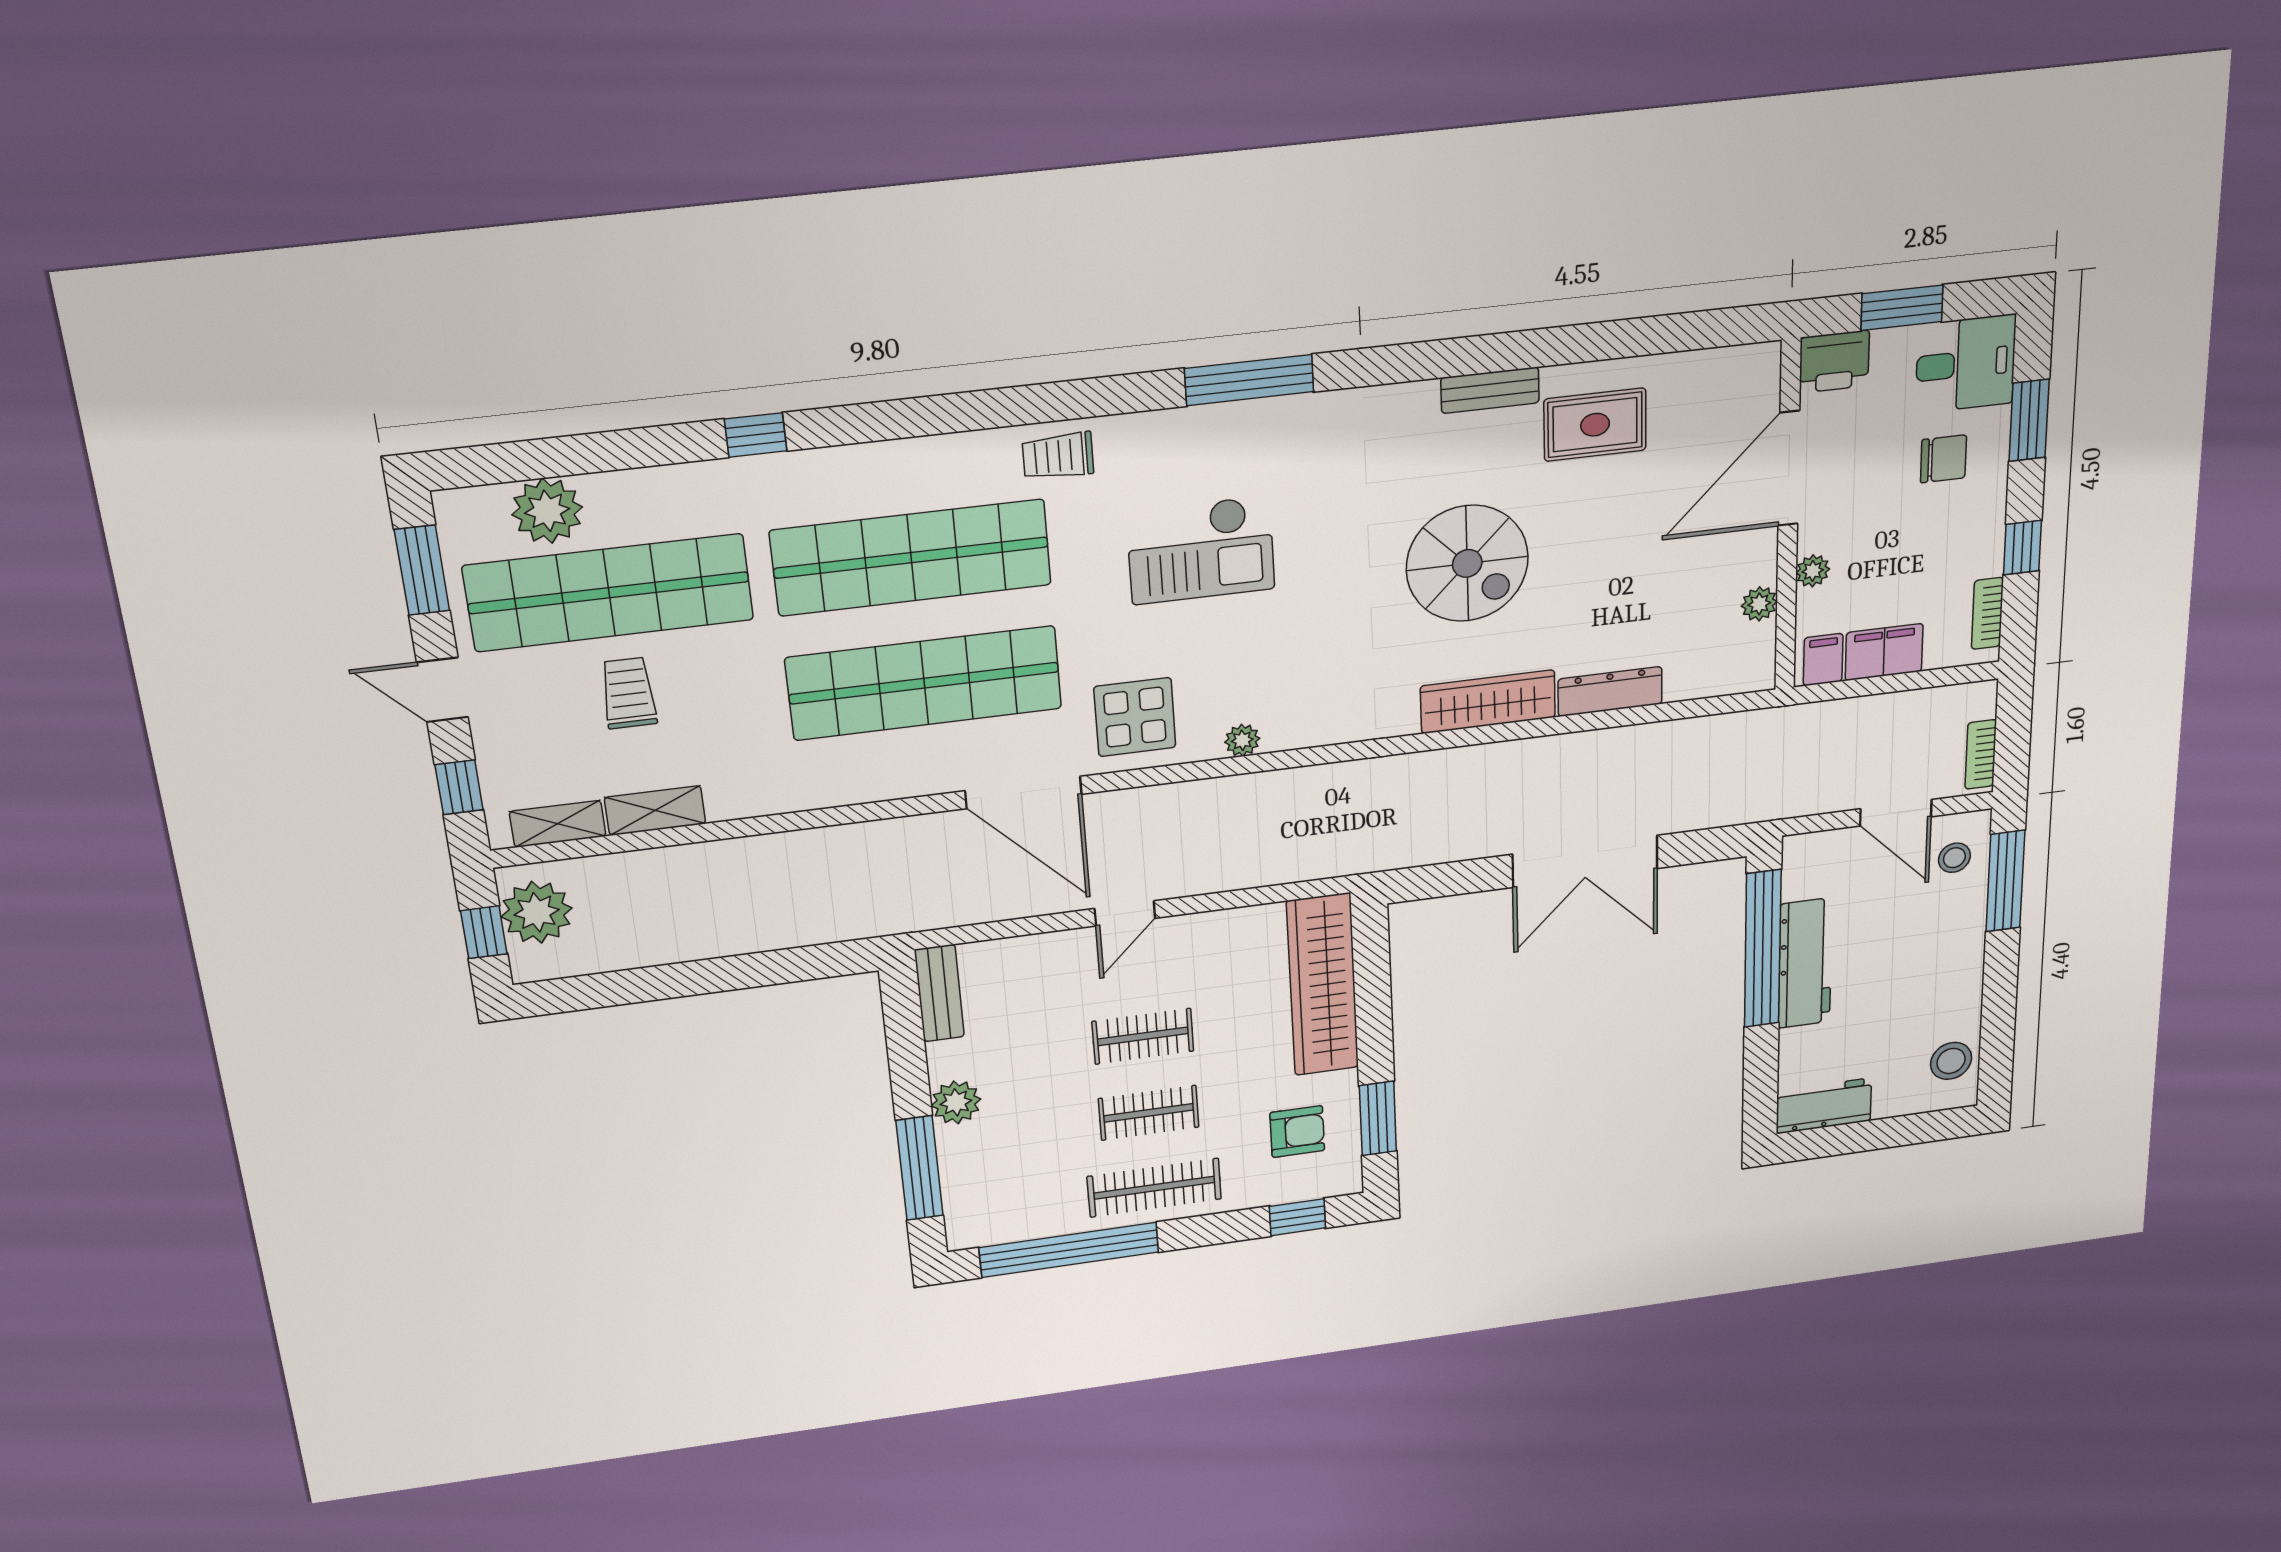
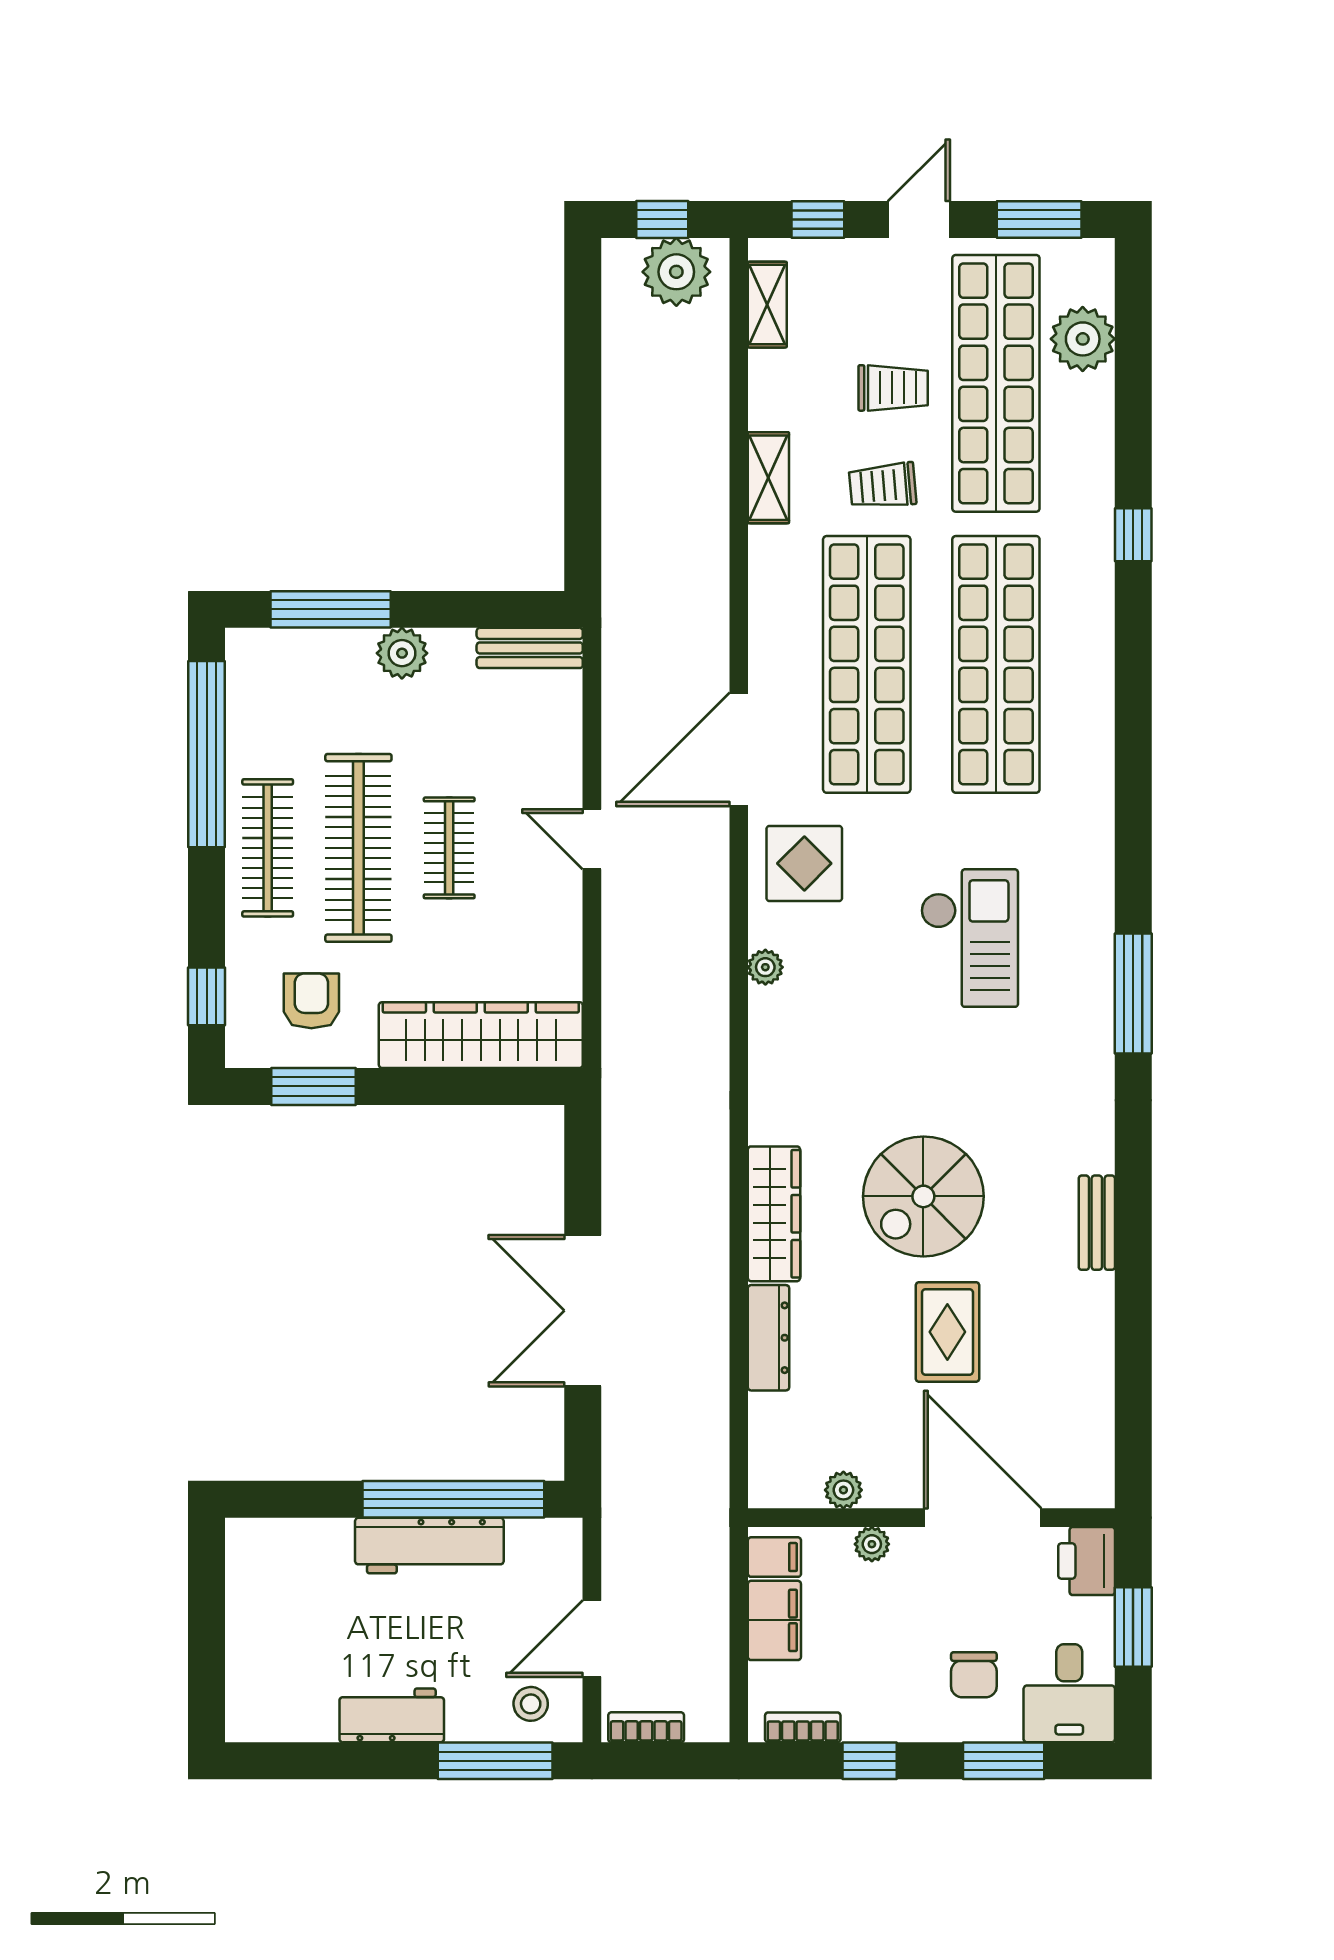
rug: (1595, 425) -> (947, 1332), moved
trolley: (1058, 456) -> (883, 486), moved, turned -95
checkout: (1201, 550) -> (970, 938), turned 180
shelving: (655, 811) -> (768, 478), moved
stool: (1951, 1061) -> (286, 1710), removed
workbench: (1824, 1106) -> (392, 1715), moved, turned -90
clothes rail: (1149, 1113) -> (358, 848), width x1.86, depth x1.31
armchair: (1297, 1132) -> (311, 1001), turned 180

